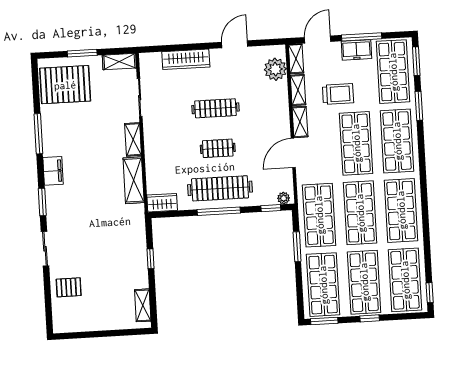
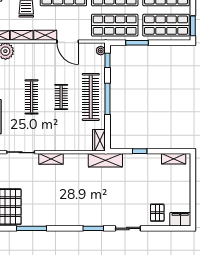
window: (38, 134) -> (32, 228), moved
filing cabinet: (53, 171) -> (180, 219), moved
shelving: (134, 180) -> (105, 160), moved

